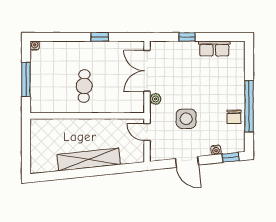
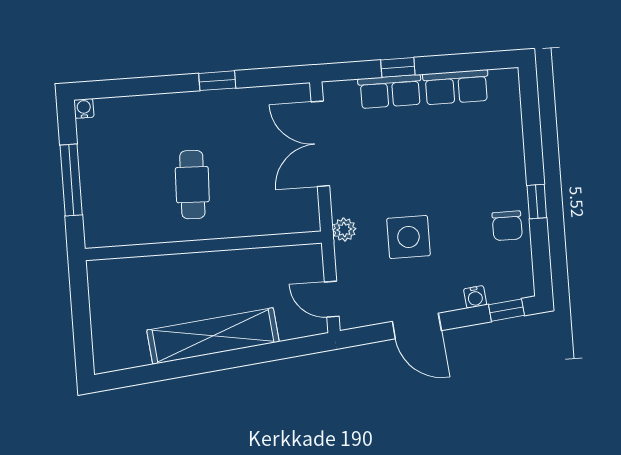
row of seats: (182, 48) -> (390, 92), added
plant: (155, 99) -> (344, 230), moved
window: (249, 106) -> (537, 202), width x0.32
door: (147, 132) -> (332, 299), moved

